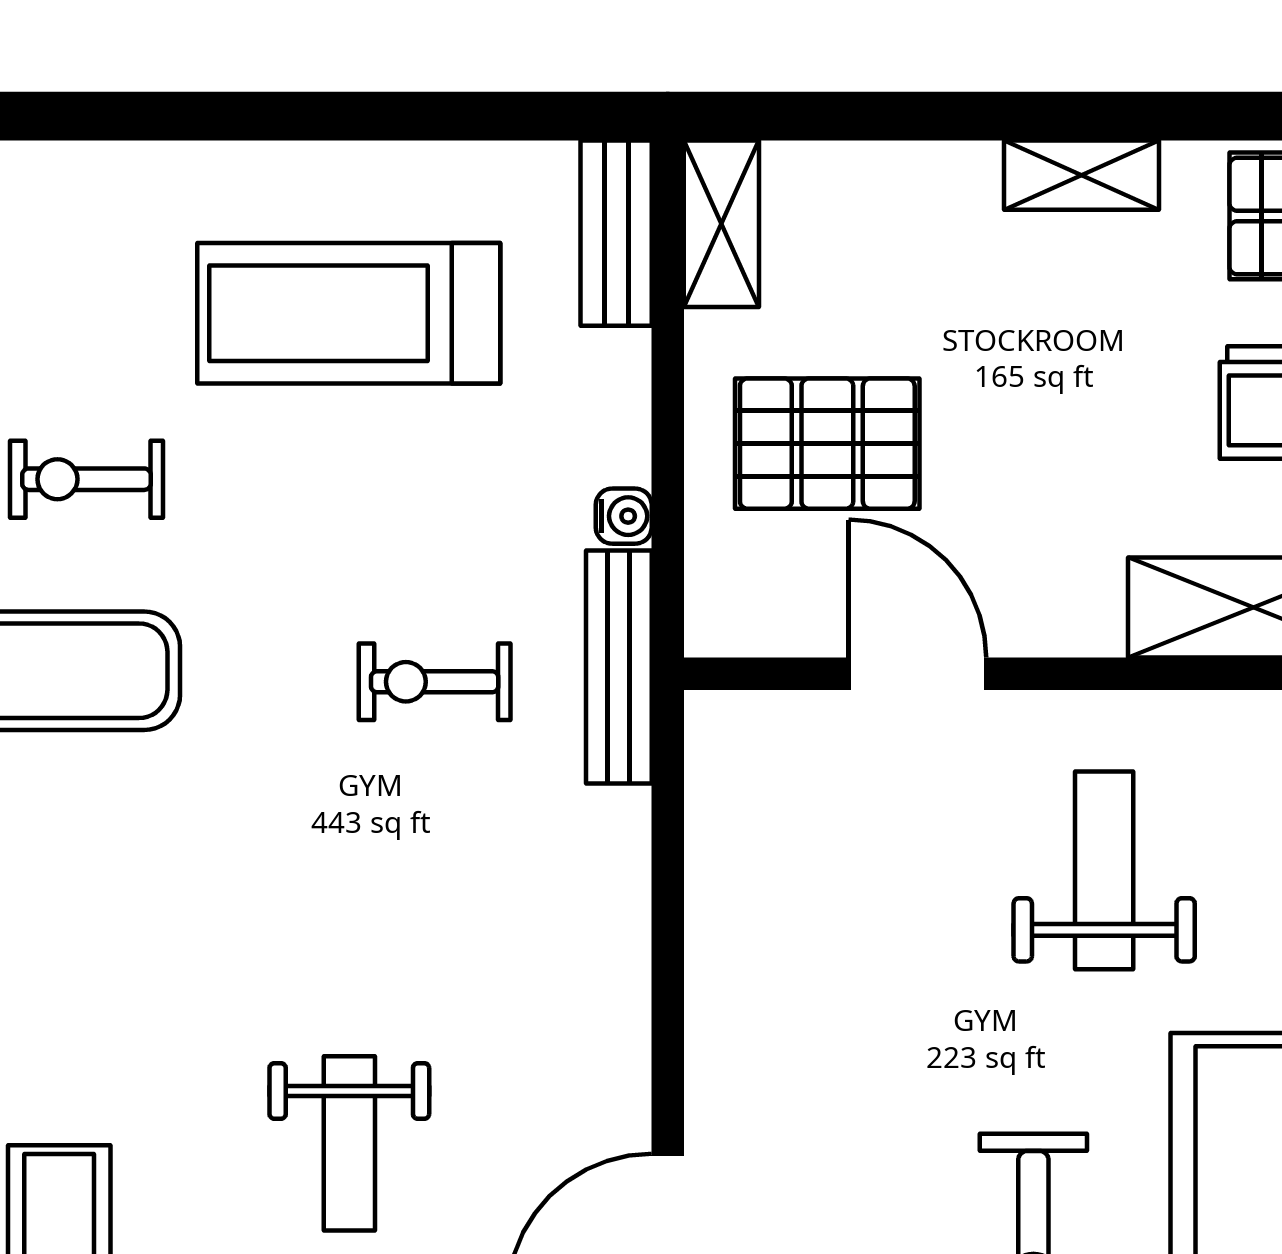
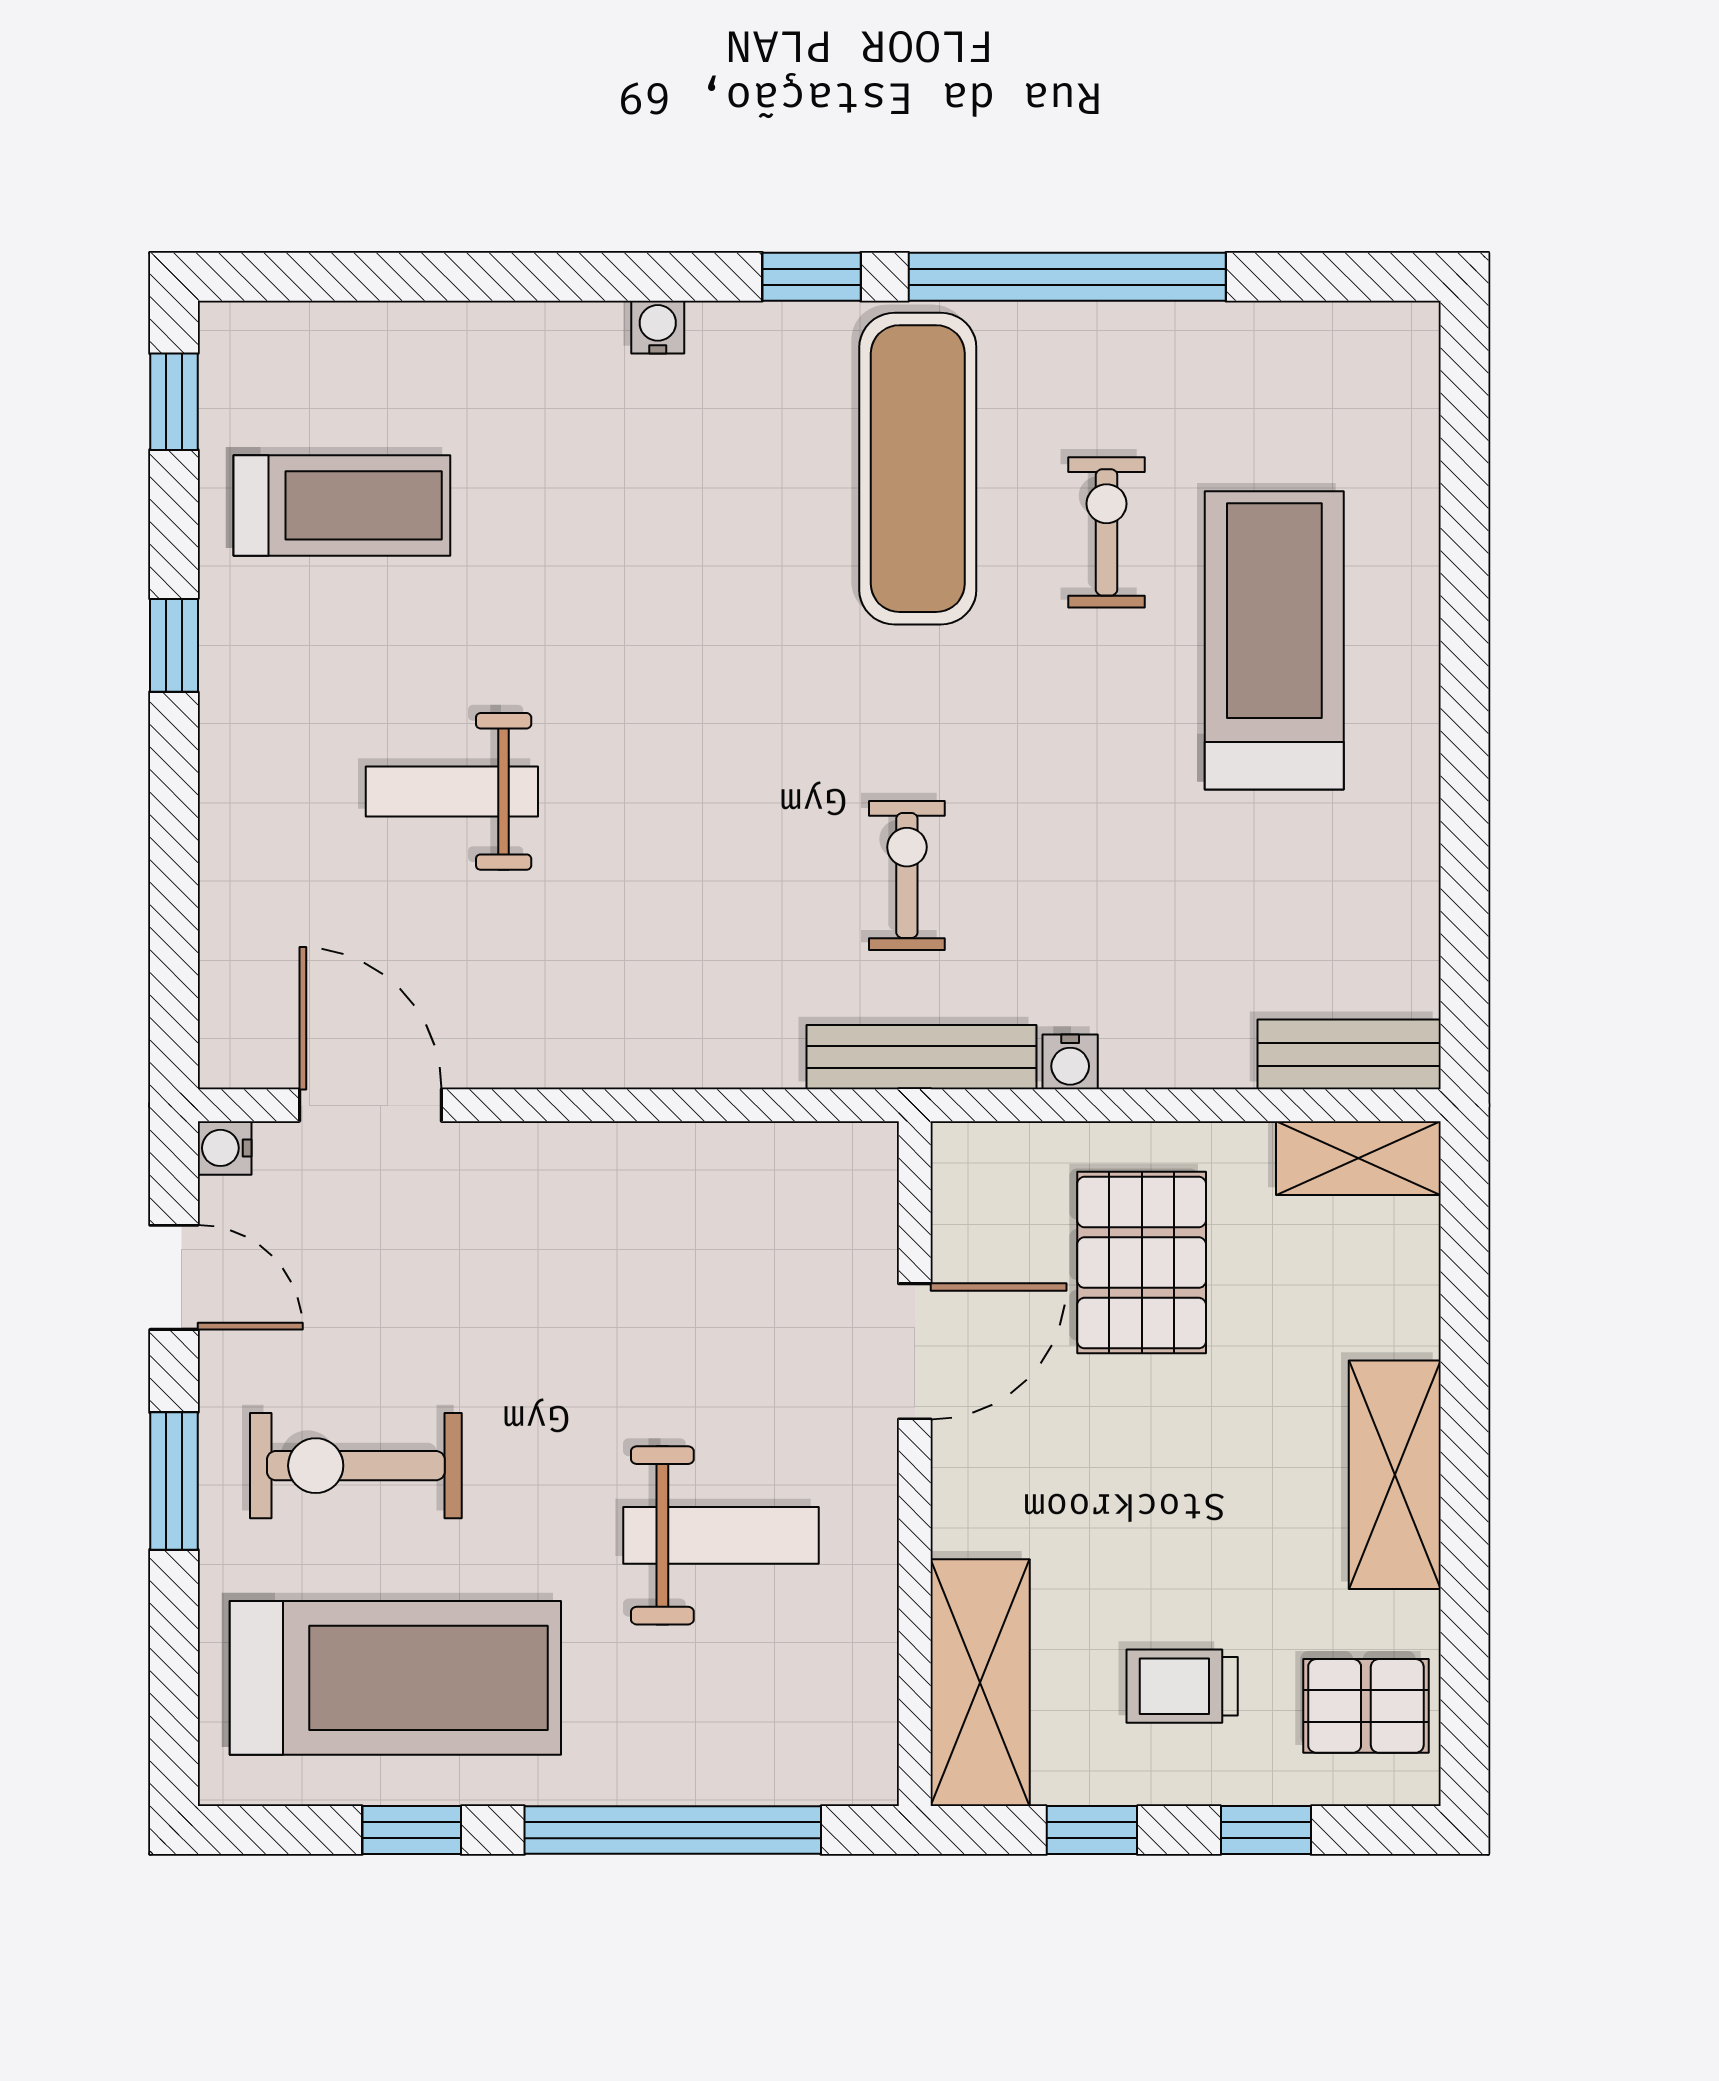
shelving: (1081, 175) -> (1395, 1475), width x1.50, depth x1.33
treadmill: (349, 313) -> (1274, 640), moved

